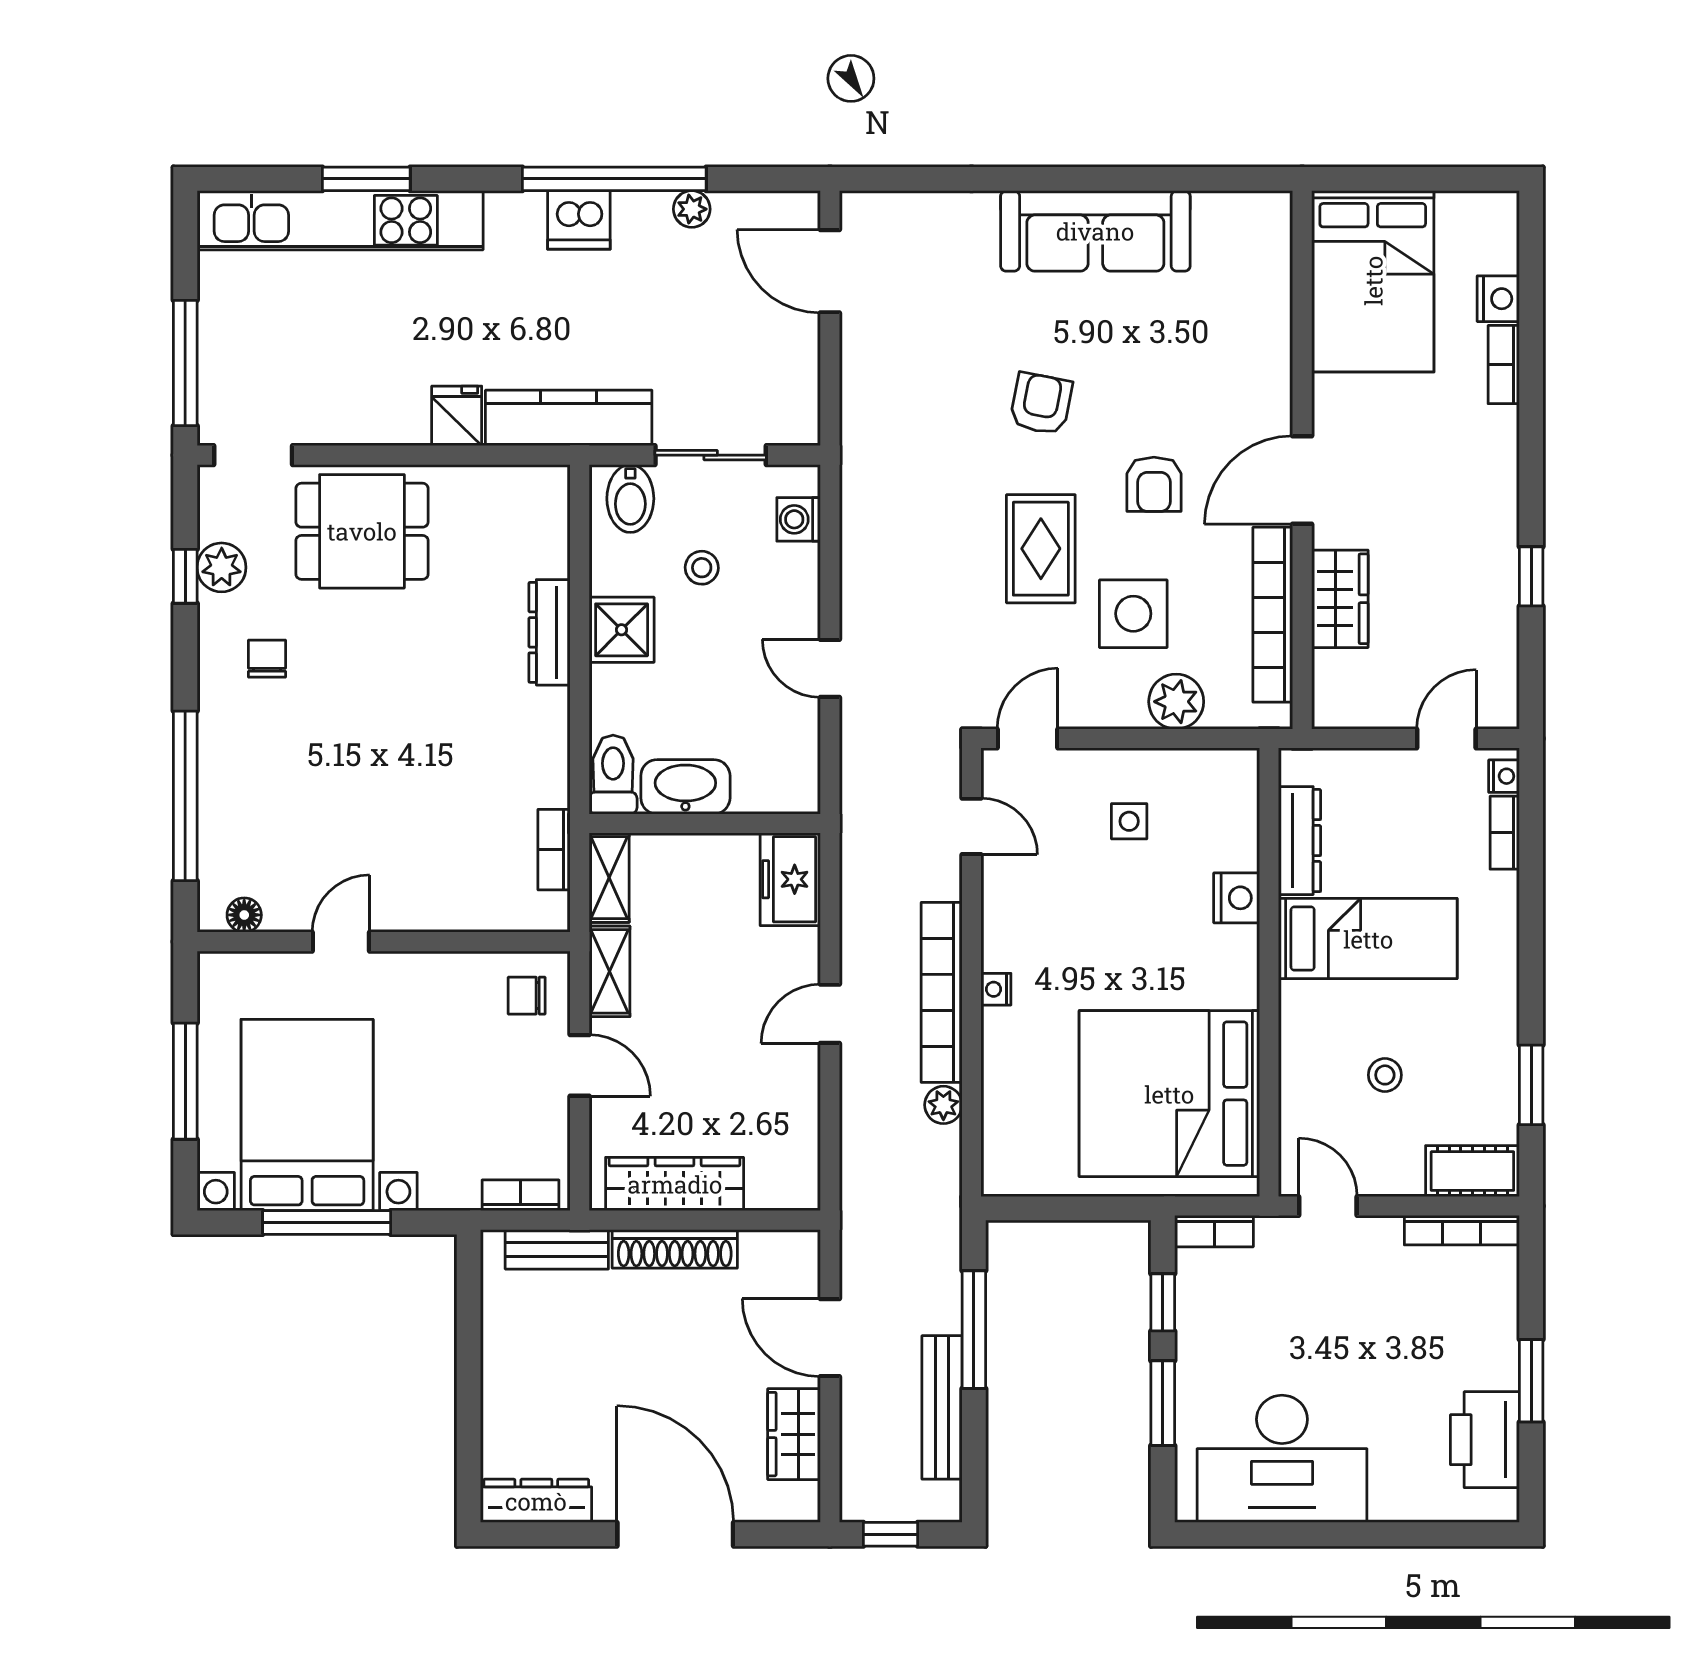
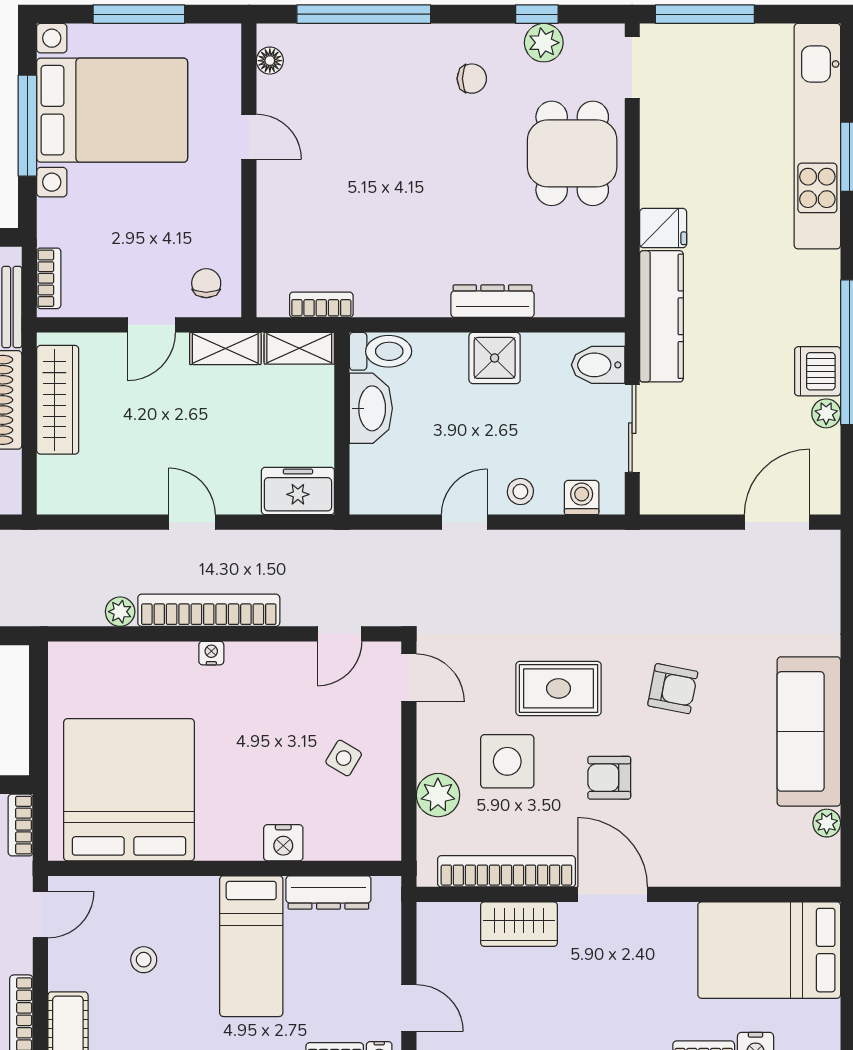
plant: (1212, 208) -> (827, 823), added
dishwasher: (579, 220) -> (818, 371), moved
stool: (702, 568) -> (520, 492), moved
side table: (1129, 821) -> (344, 758), turned 31

